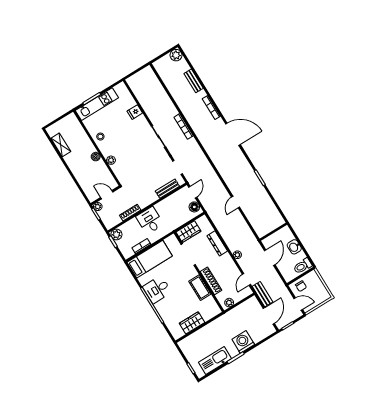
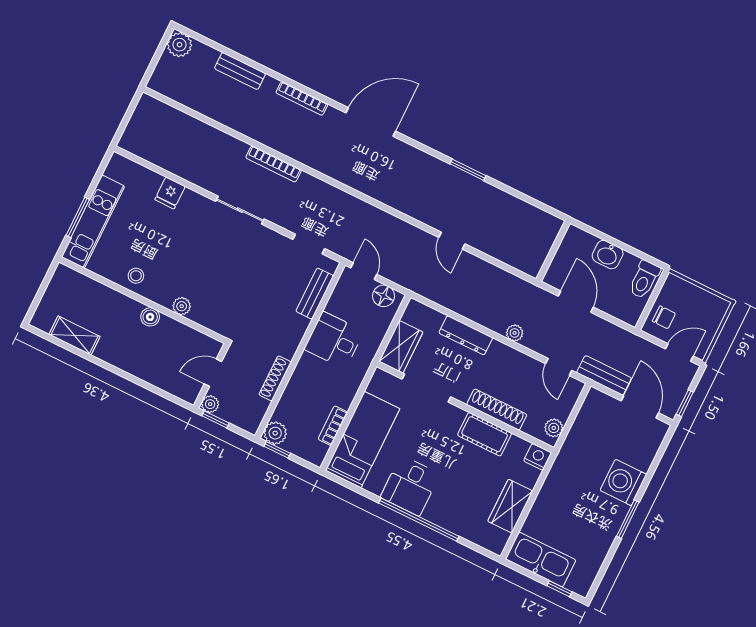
desk: (150, 221) -> (334, 340), moved
nightstand: (215, 310) -> (538, 457), added
kitchen sink: (215, 361) -> (541, 560), moved, turned 90

